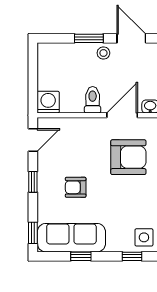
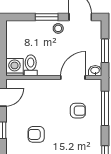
toilet: (93, 100) -> (31, 65), moved
armchair: (128, 157) -> (78, 111), width x0.53, depth x0.53

